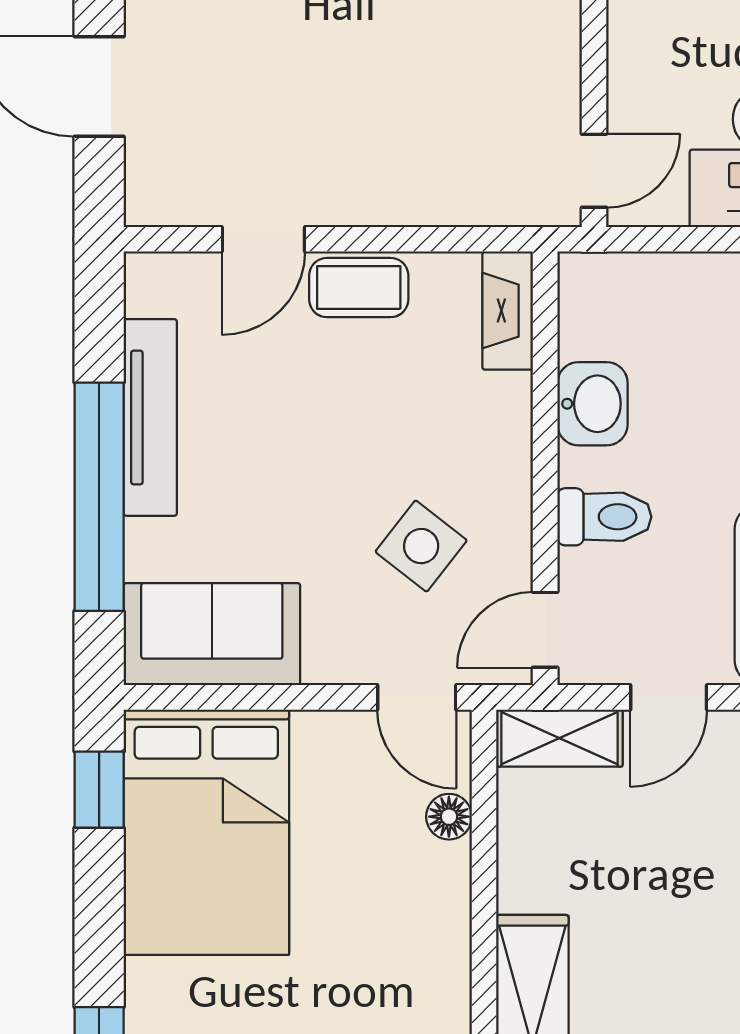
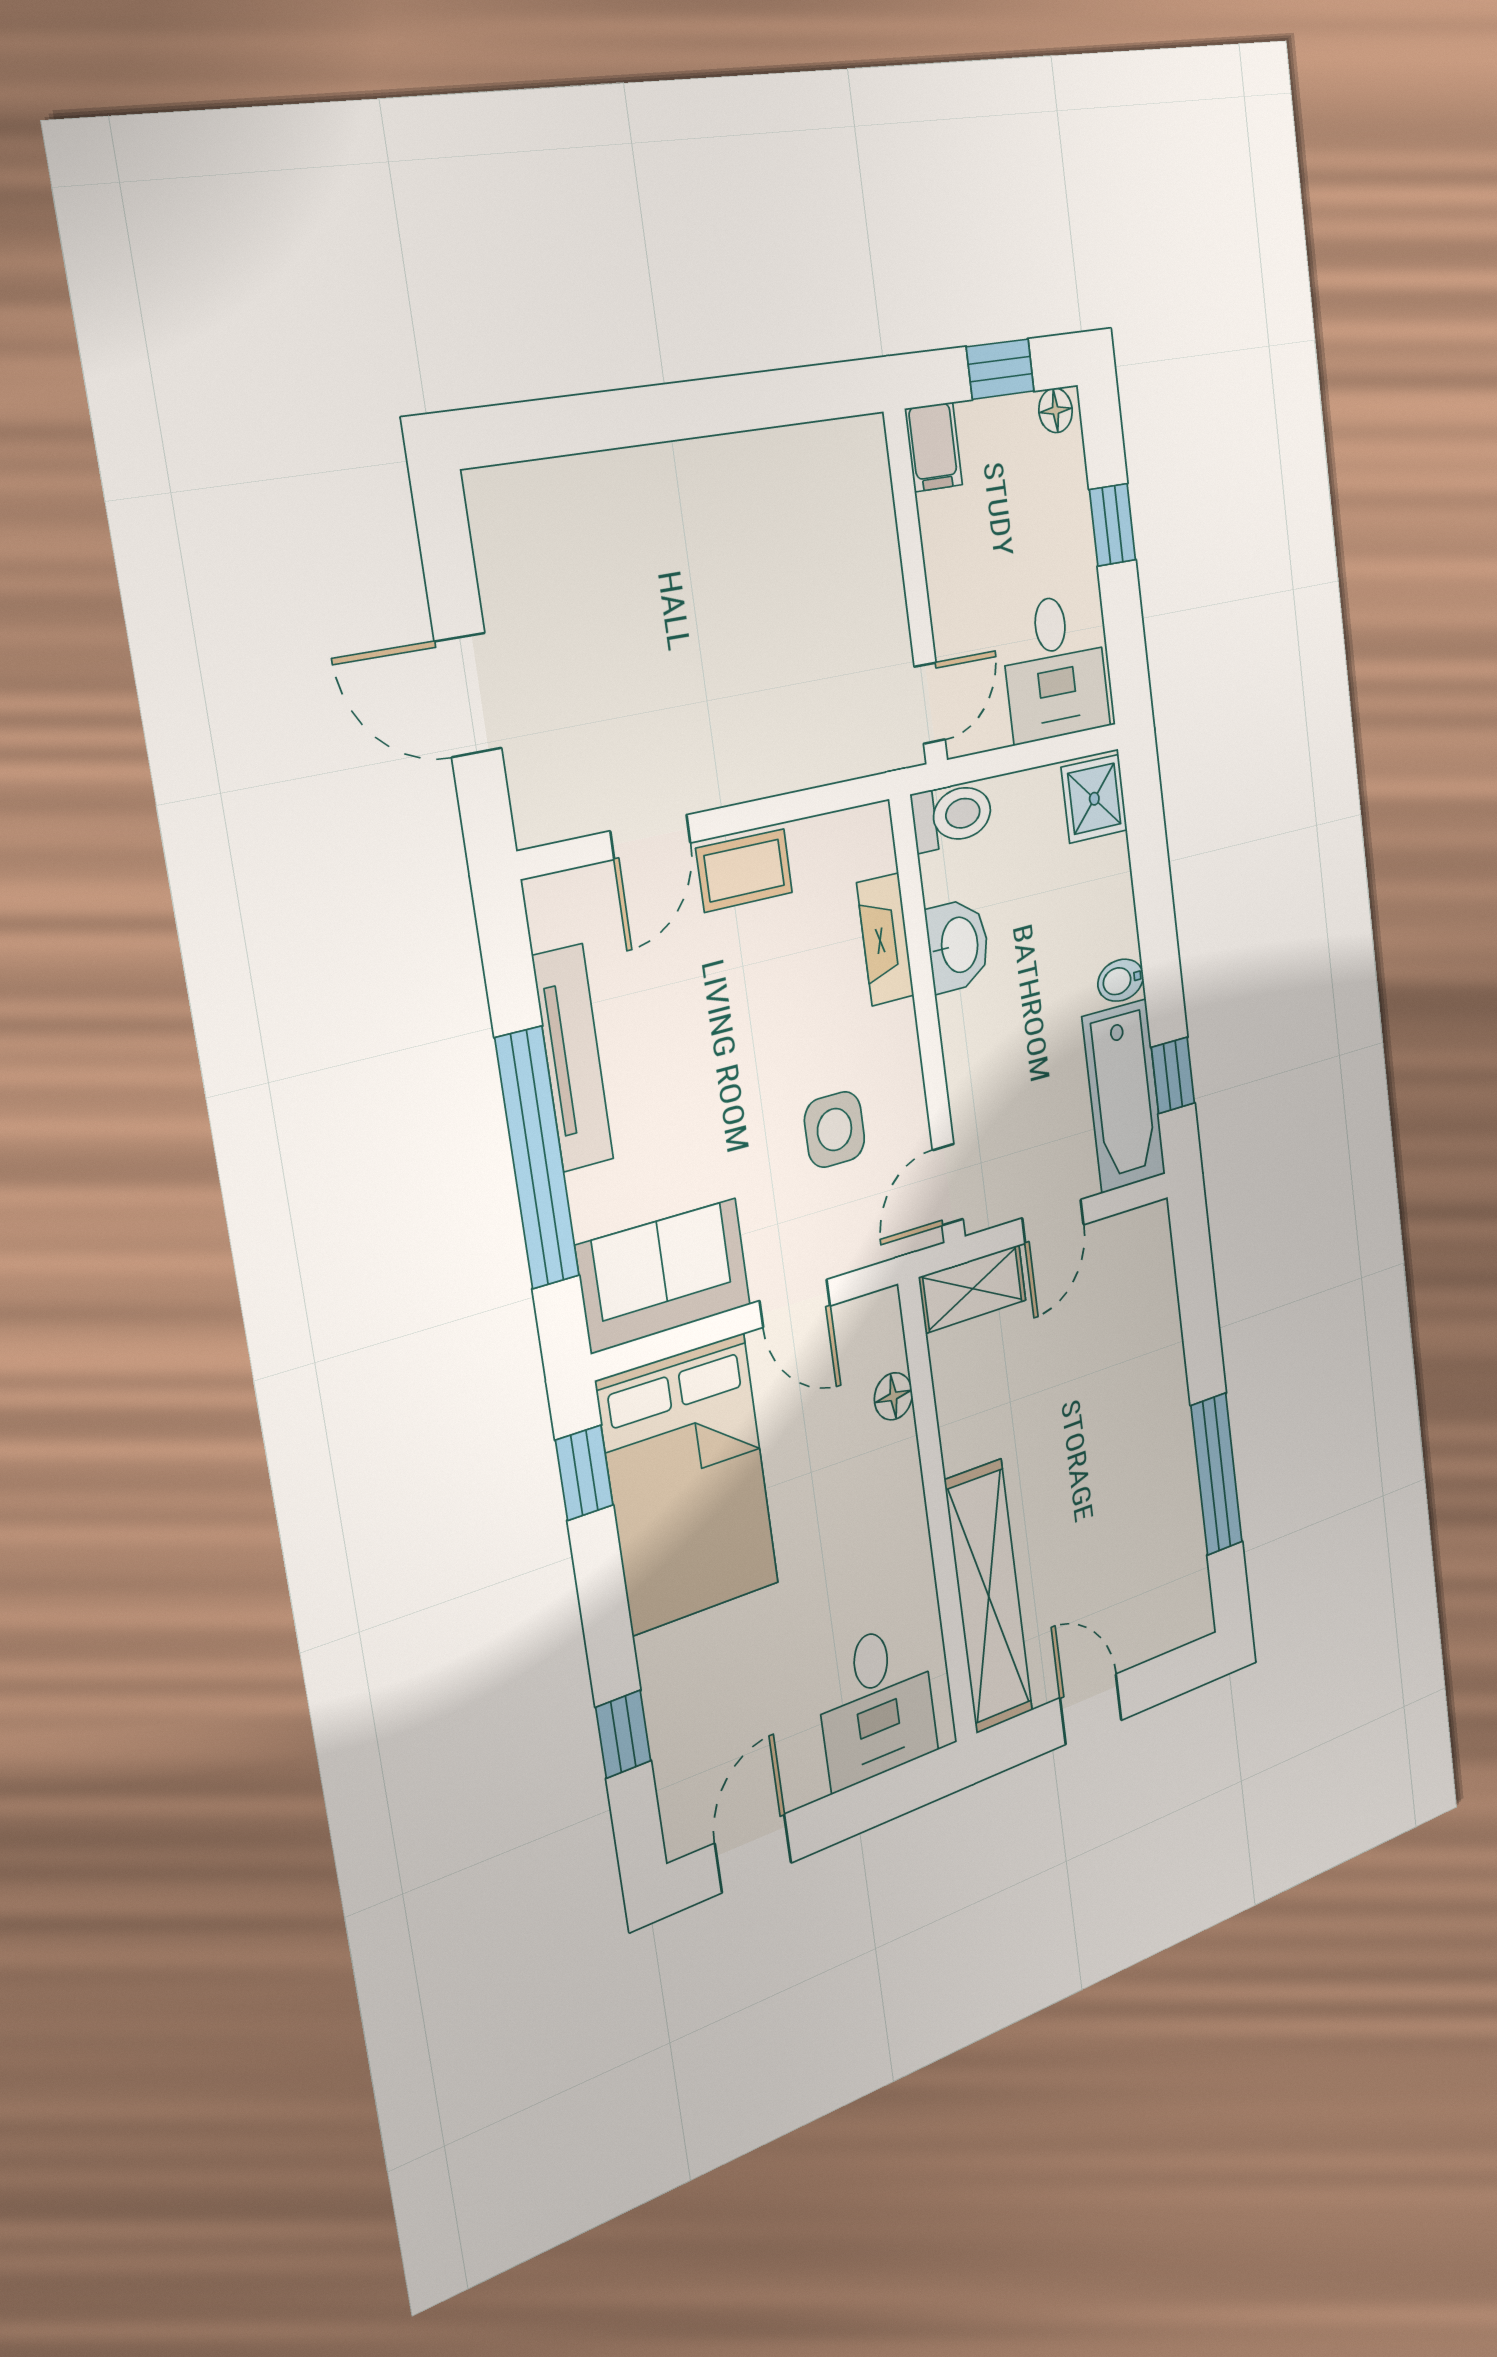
fireplace: (508, 311) -> (885, 939), moved
toilet: (604, 517) -> (952, 816), moved
side table: (421, 546) -> (835, 1130), turned -38
door: (417, 697) -> (795, 1303), moved

